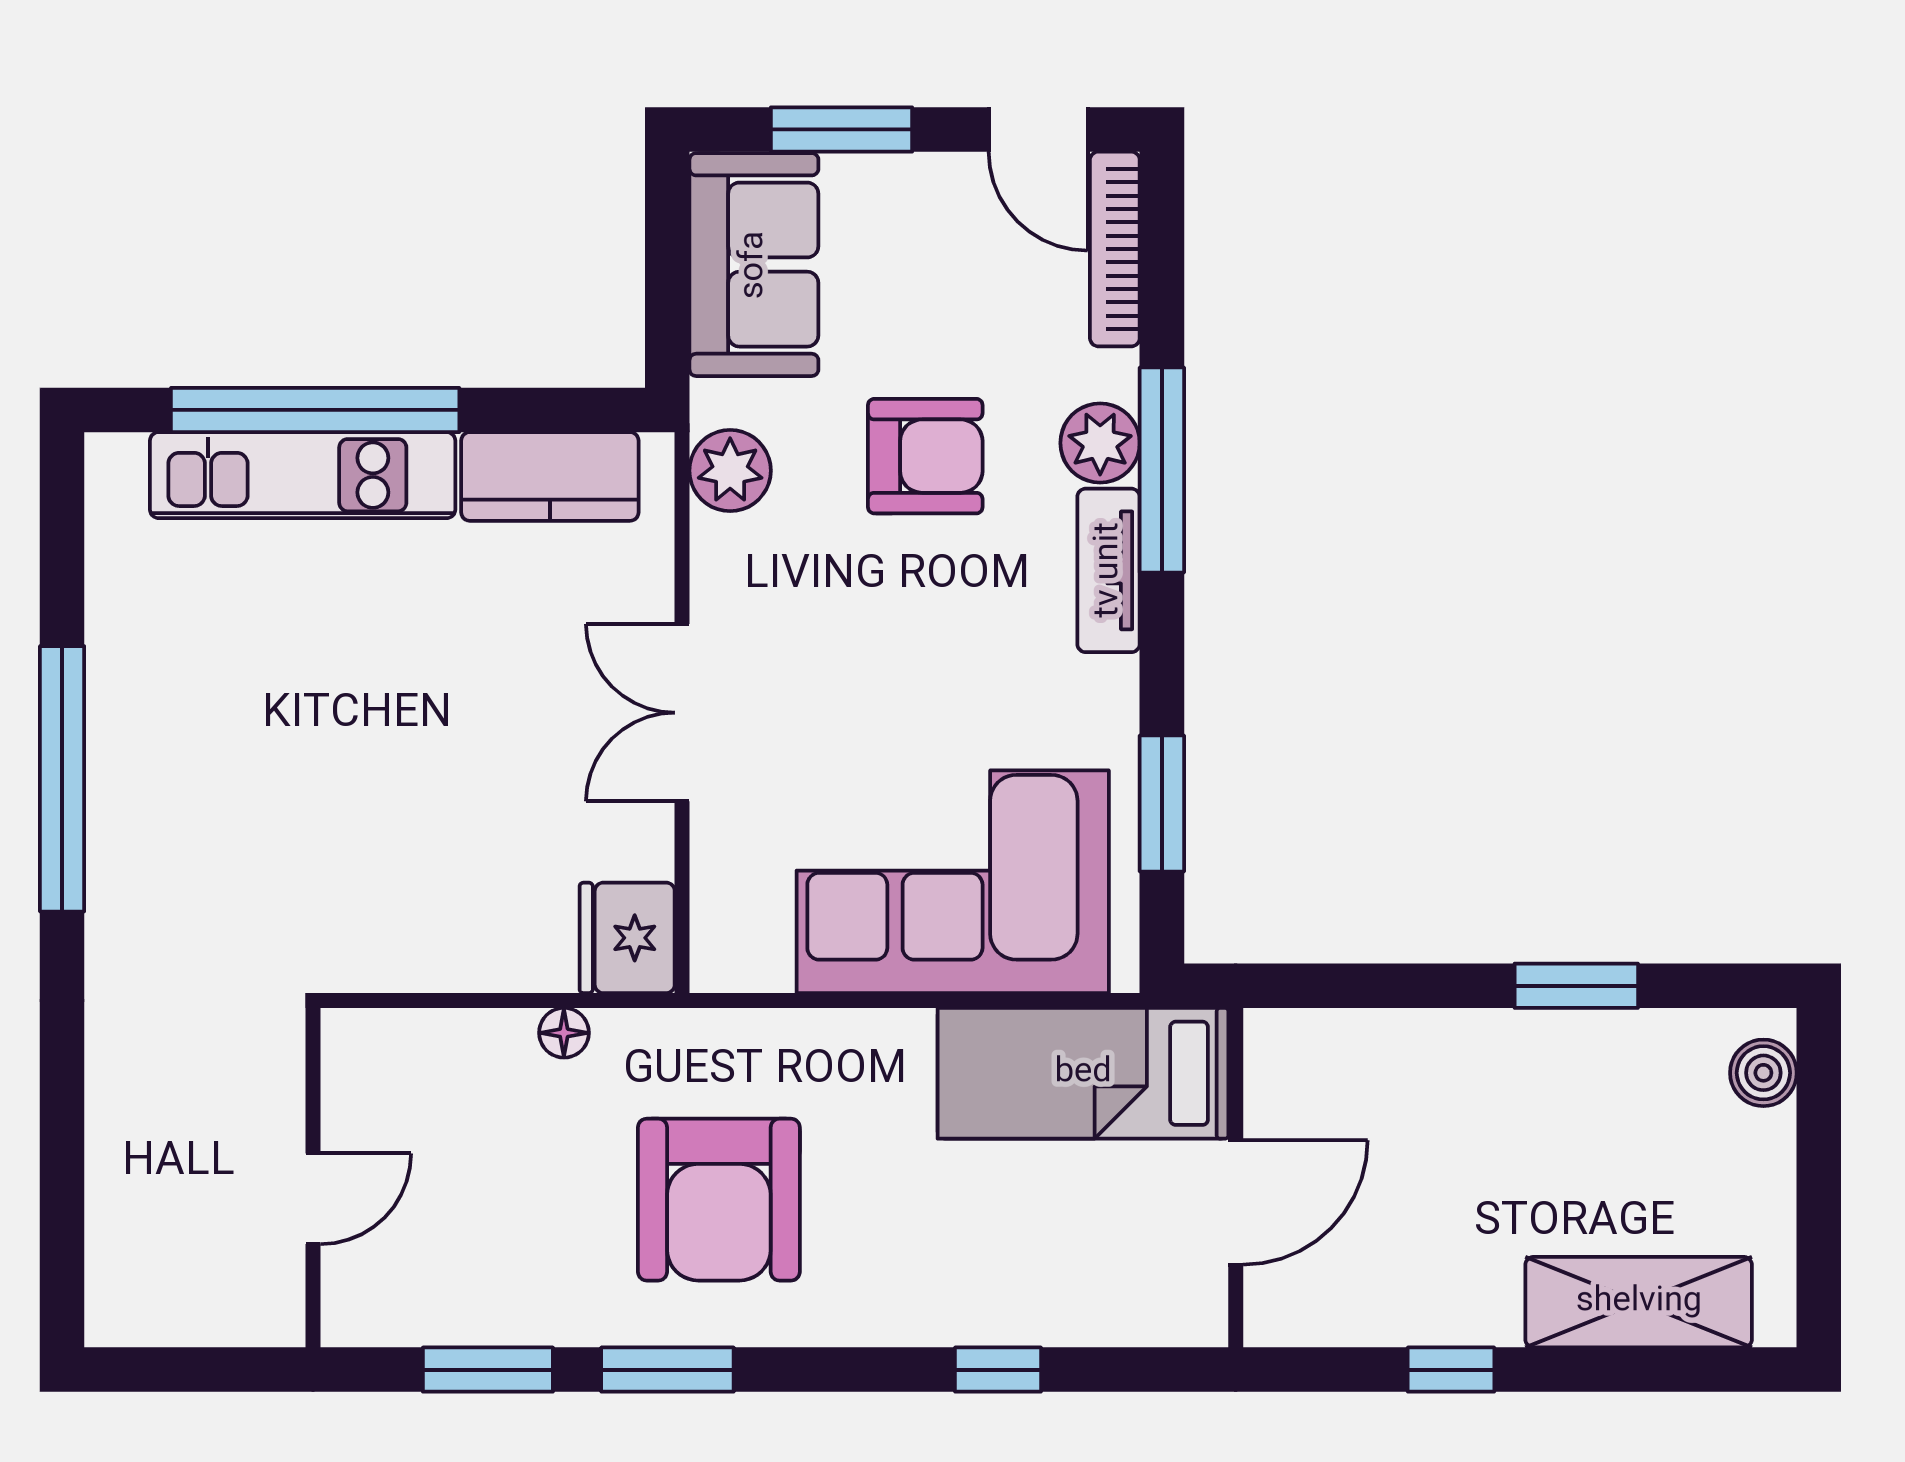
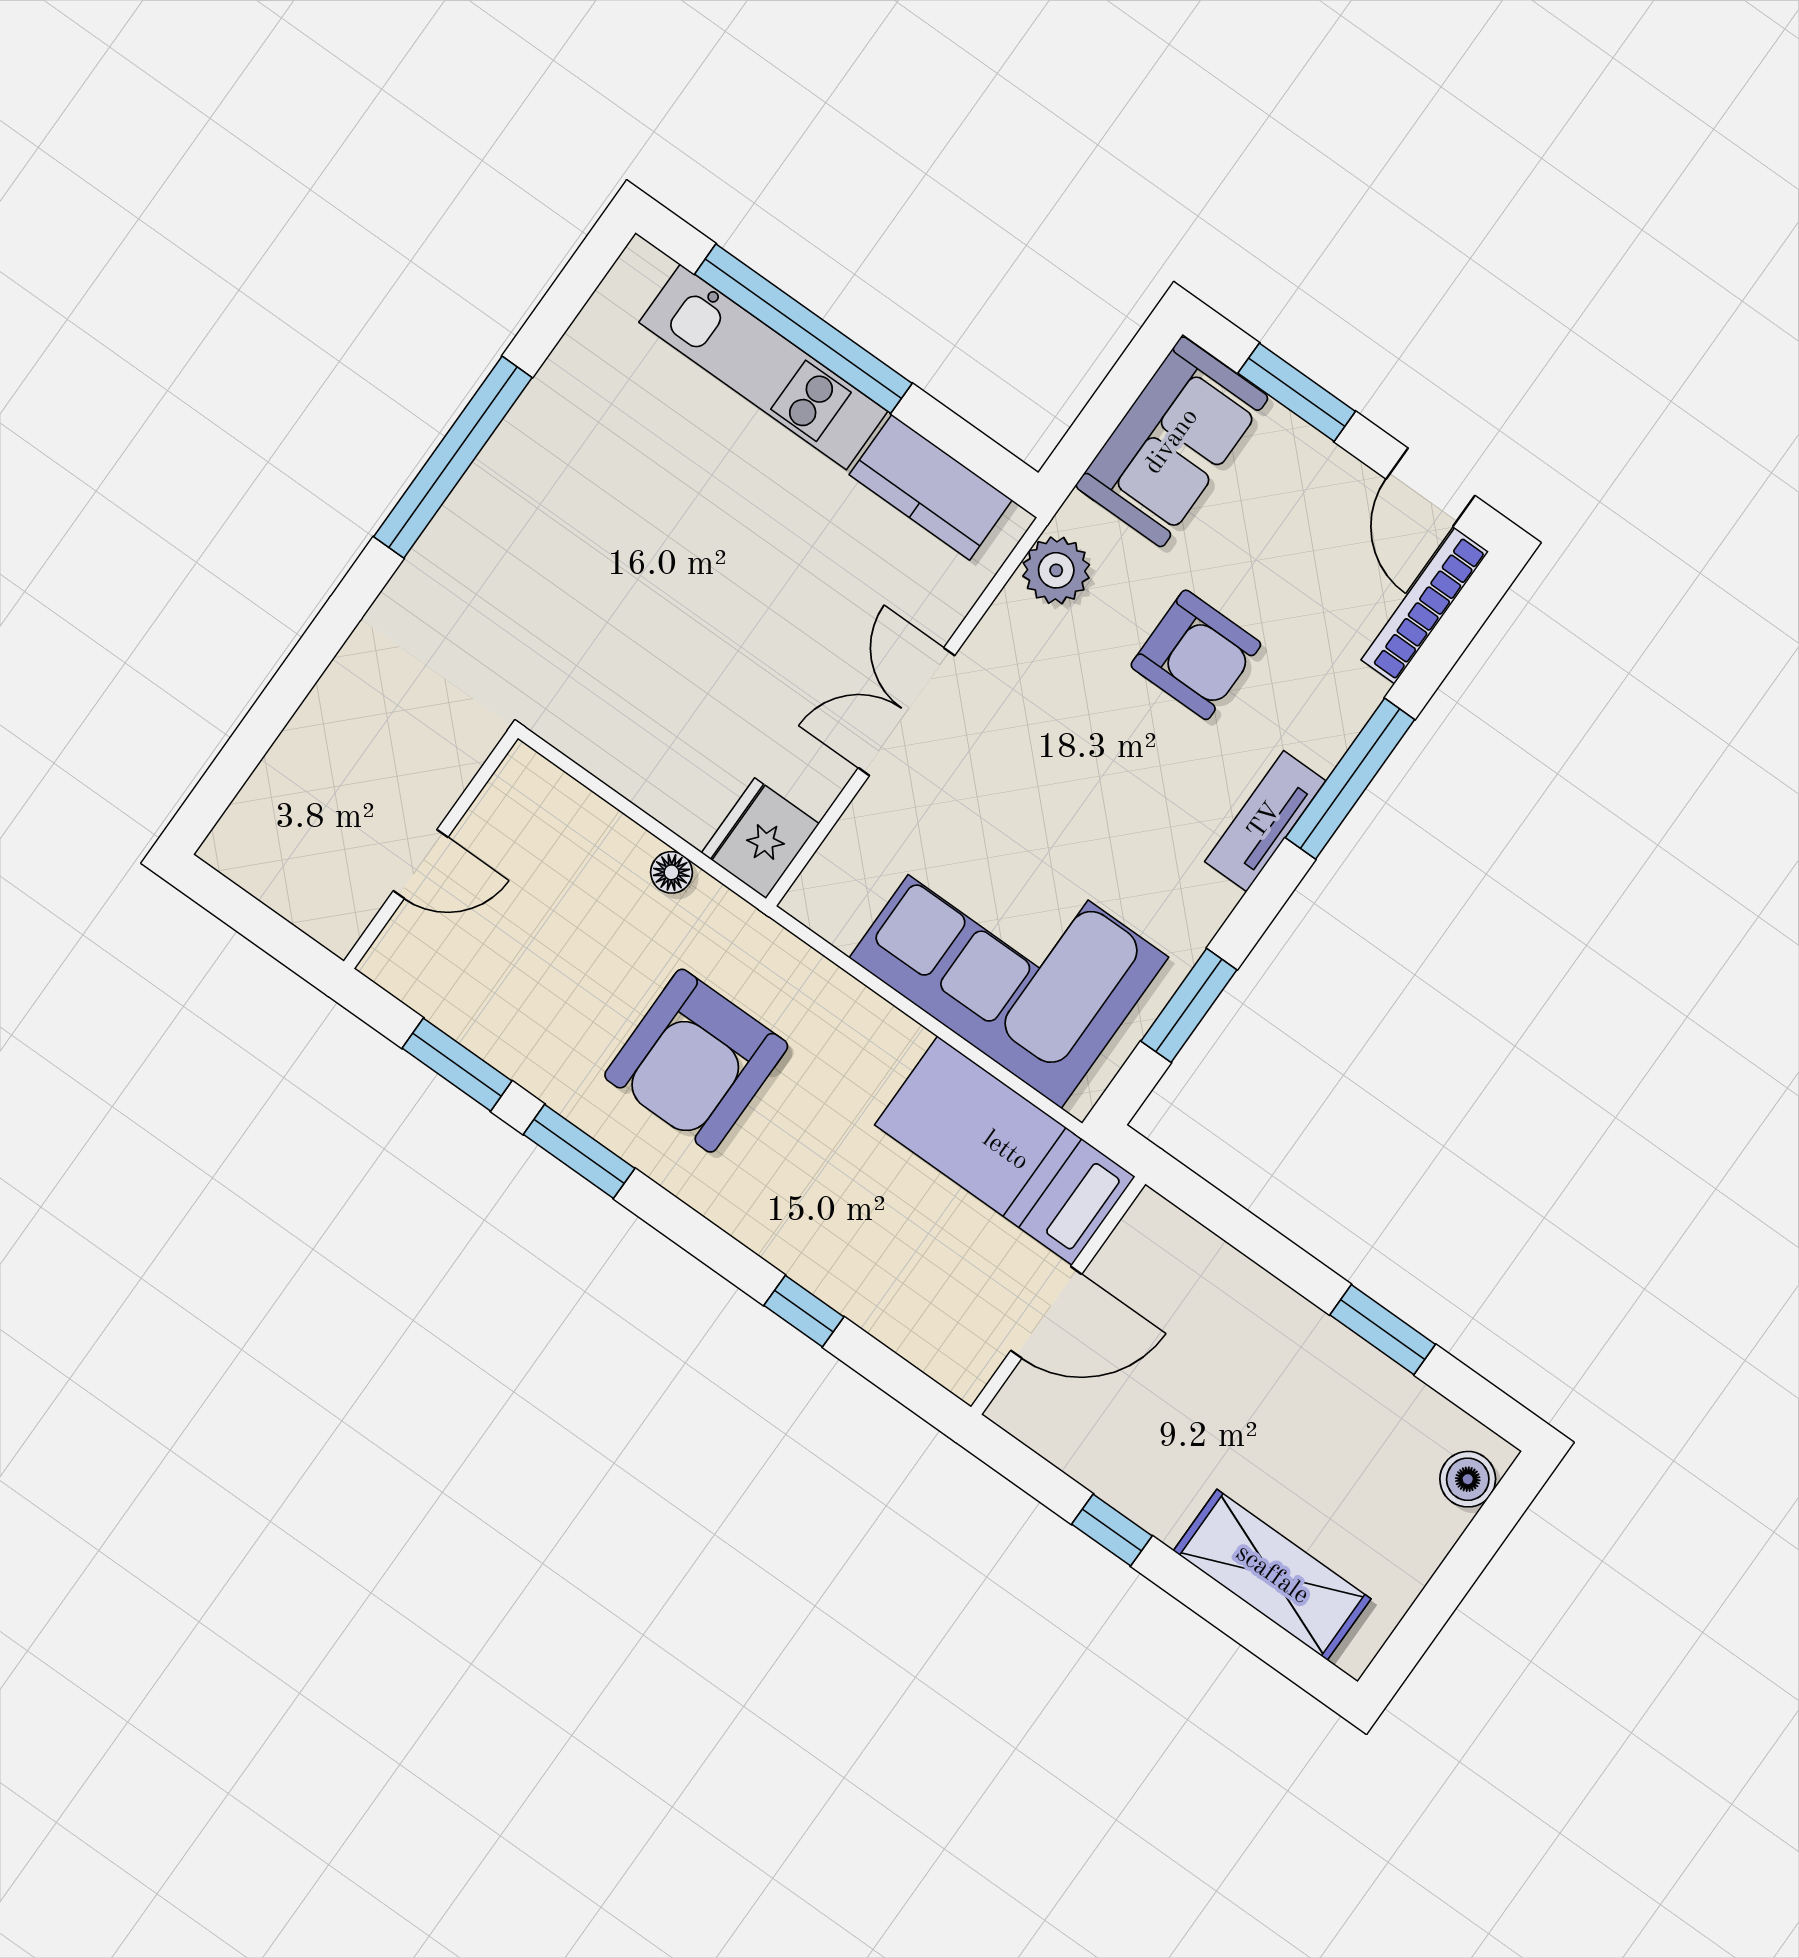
plant: (1100, 443) -> (1321, 730), removed

